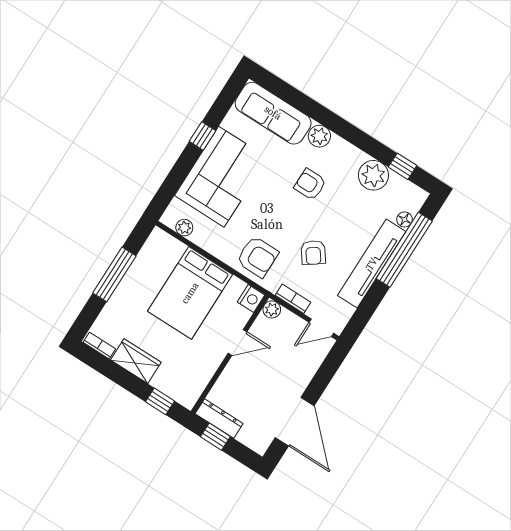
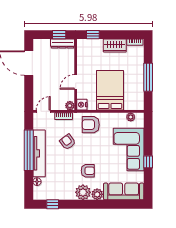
plant: (373, 175) -> (83, 192), moved
window: (404, 250) -> (29, 150), moved

